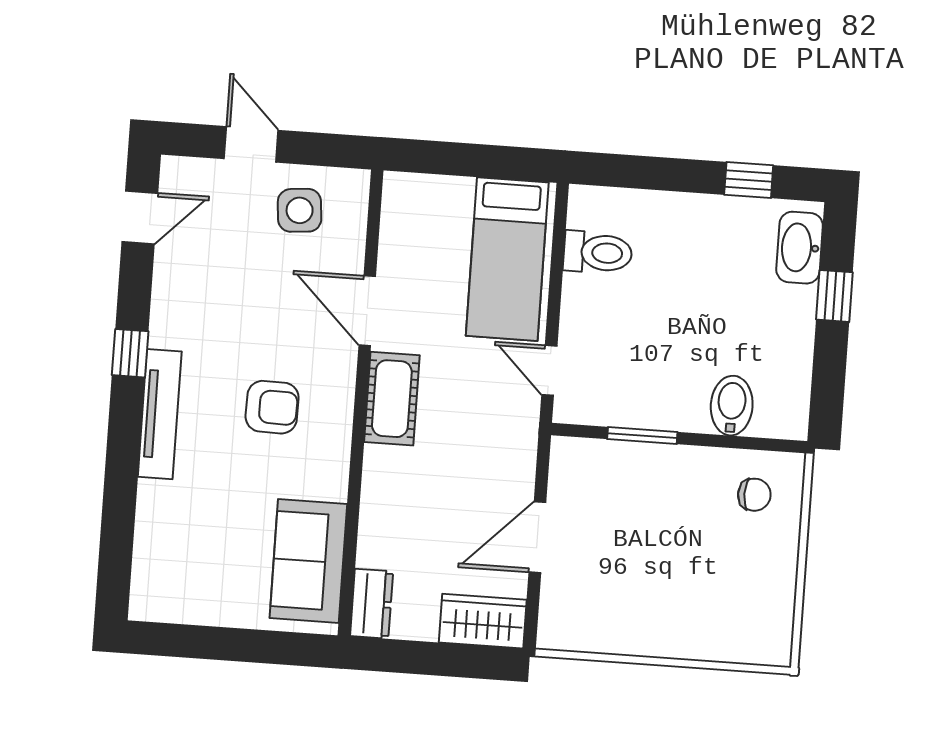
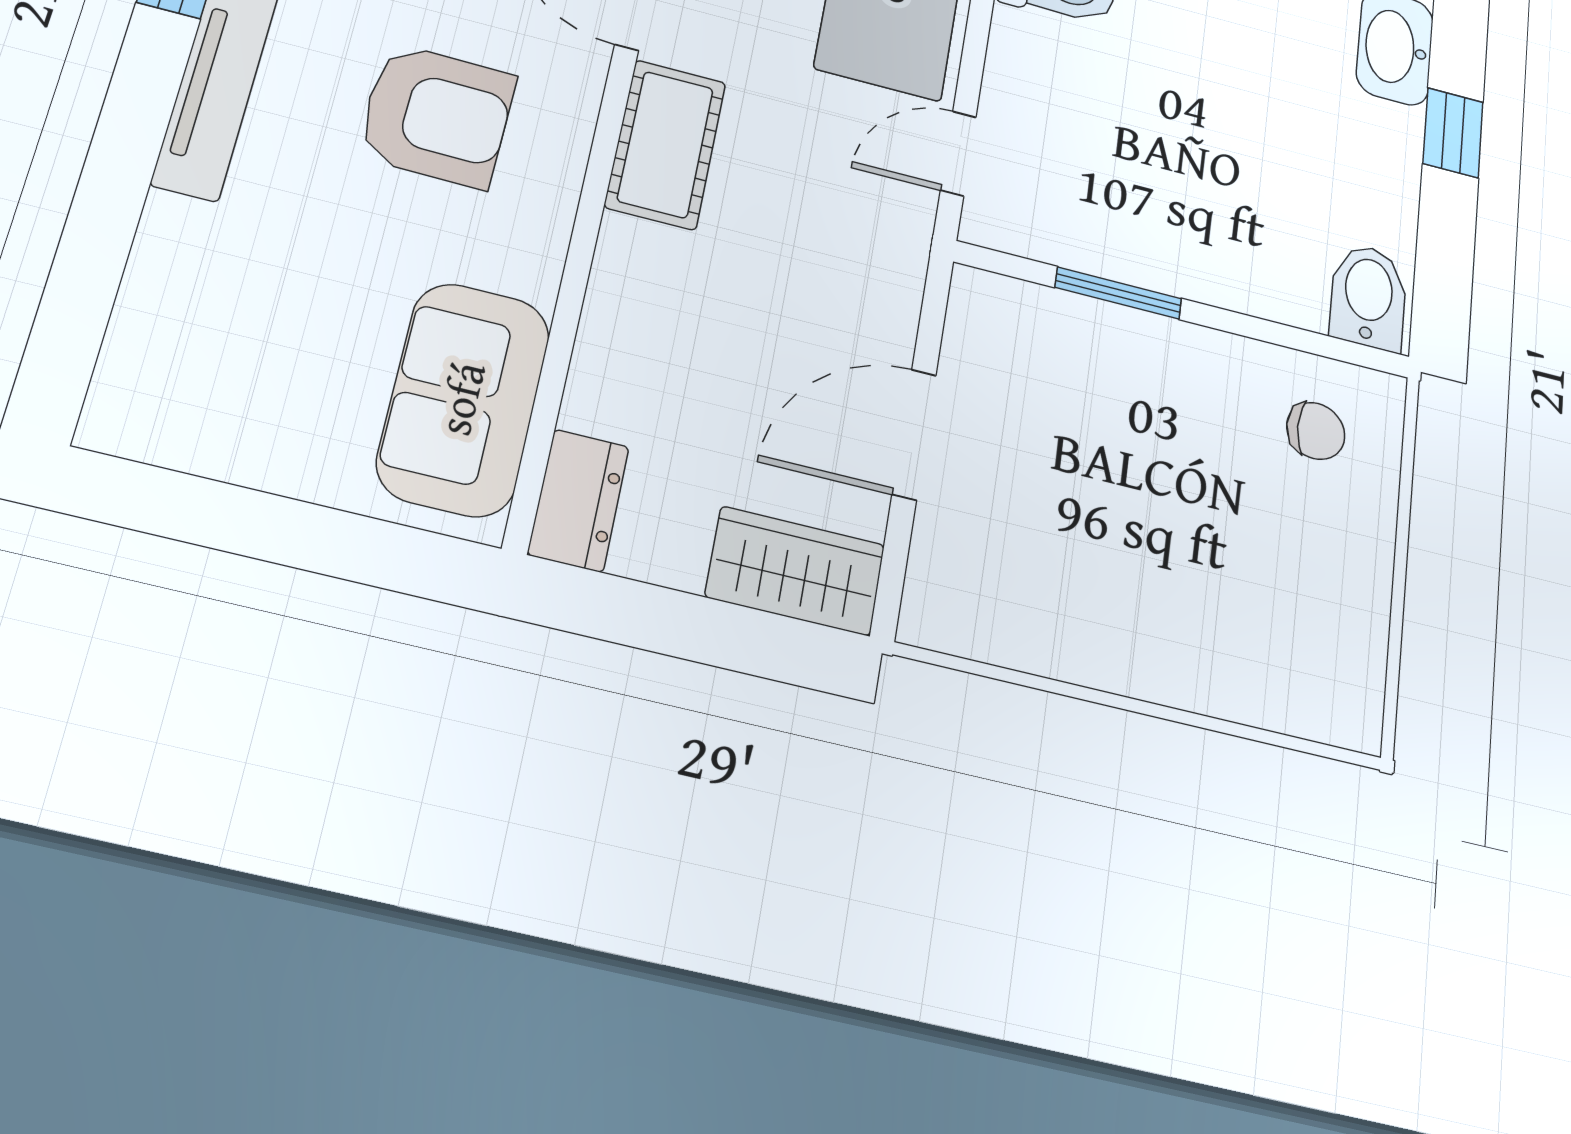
door: (549, 370) -> (958, 154), hinge flipped
bidet: (732, 406) -> (1368, 296), moved
armchair: (272, 407) -> (437, 115), width x1.38, depth x1.38

